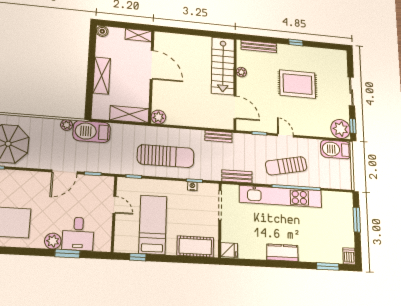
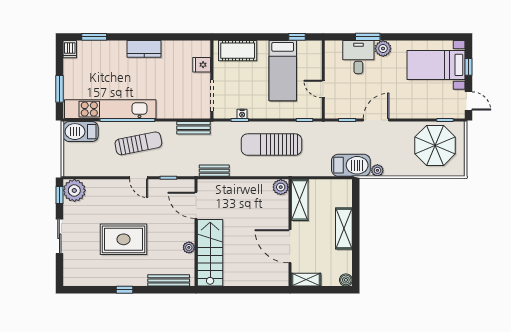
shelving: (129, 114) -> (300, 200), moved, turned 90
barbecue: (336, 149) -> (81, 132), moved, turned 180
kitchen unit: (281, 196) -> (110, 109), moved
fridge: (229, 250) -> (202, 65), moved

